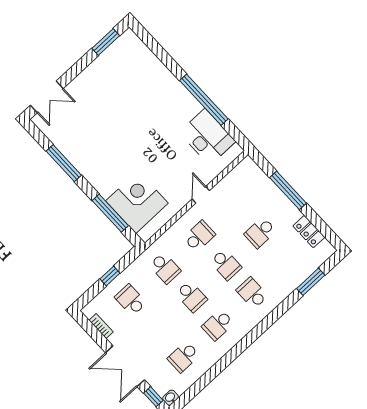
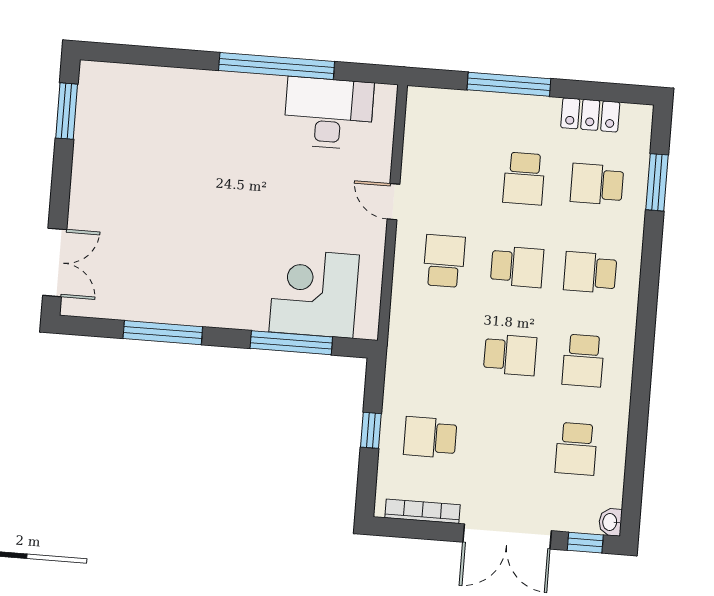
school desk: (165, 268) -> (597, 184), moved, turned 180
bookcase: (101, 326) -> (423, 511), width x1.56

